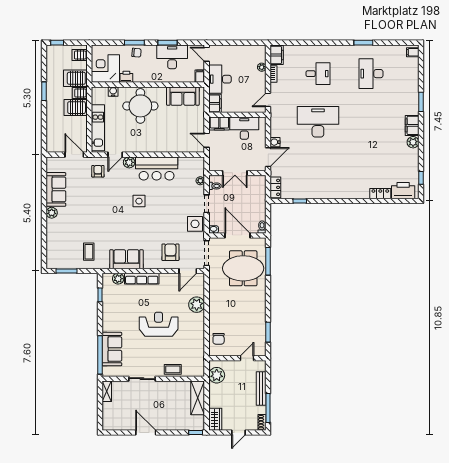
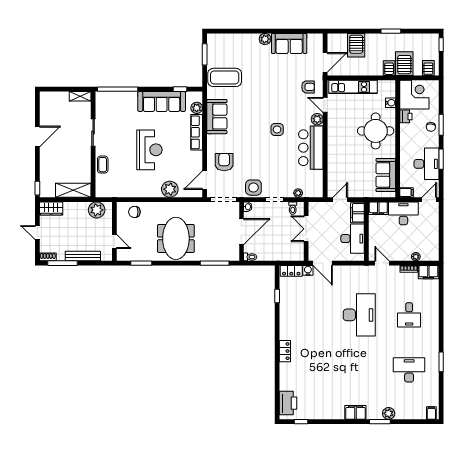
server rack: (76, 108) -> (356, 45), moved, turned 180
water cooler: (275, 142) -> (308, 270), moved
plant: (413, 142) -> (389, 413), moved
locker: (380, 194) -> (285, 351), moved
coffee table: (89, 252) -> (225, 77), width x1.86, depth x1.72
armchair: (170, 252) -> (224, 162), turned -90
meeting table: (243, 268) -> (176, 238), moved
door: (188, 271) -> (205, 180), hinge flipped
sofa: (112, 349) -> (162, 101), moved, width x1.36

